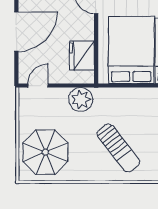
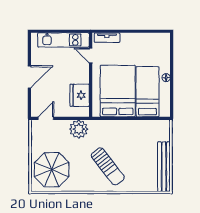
door: (16, 32) -> (29, 77), width x0.73

